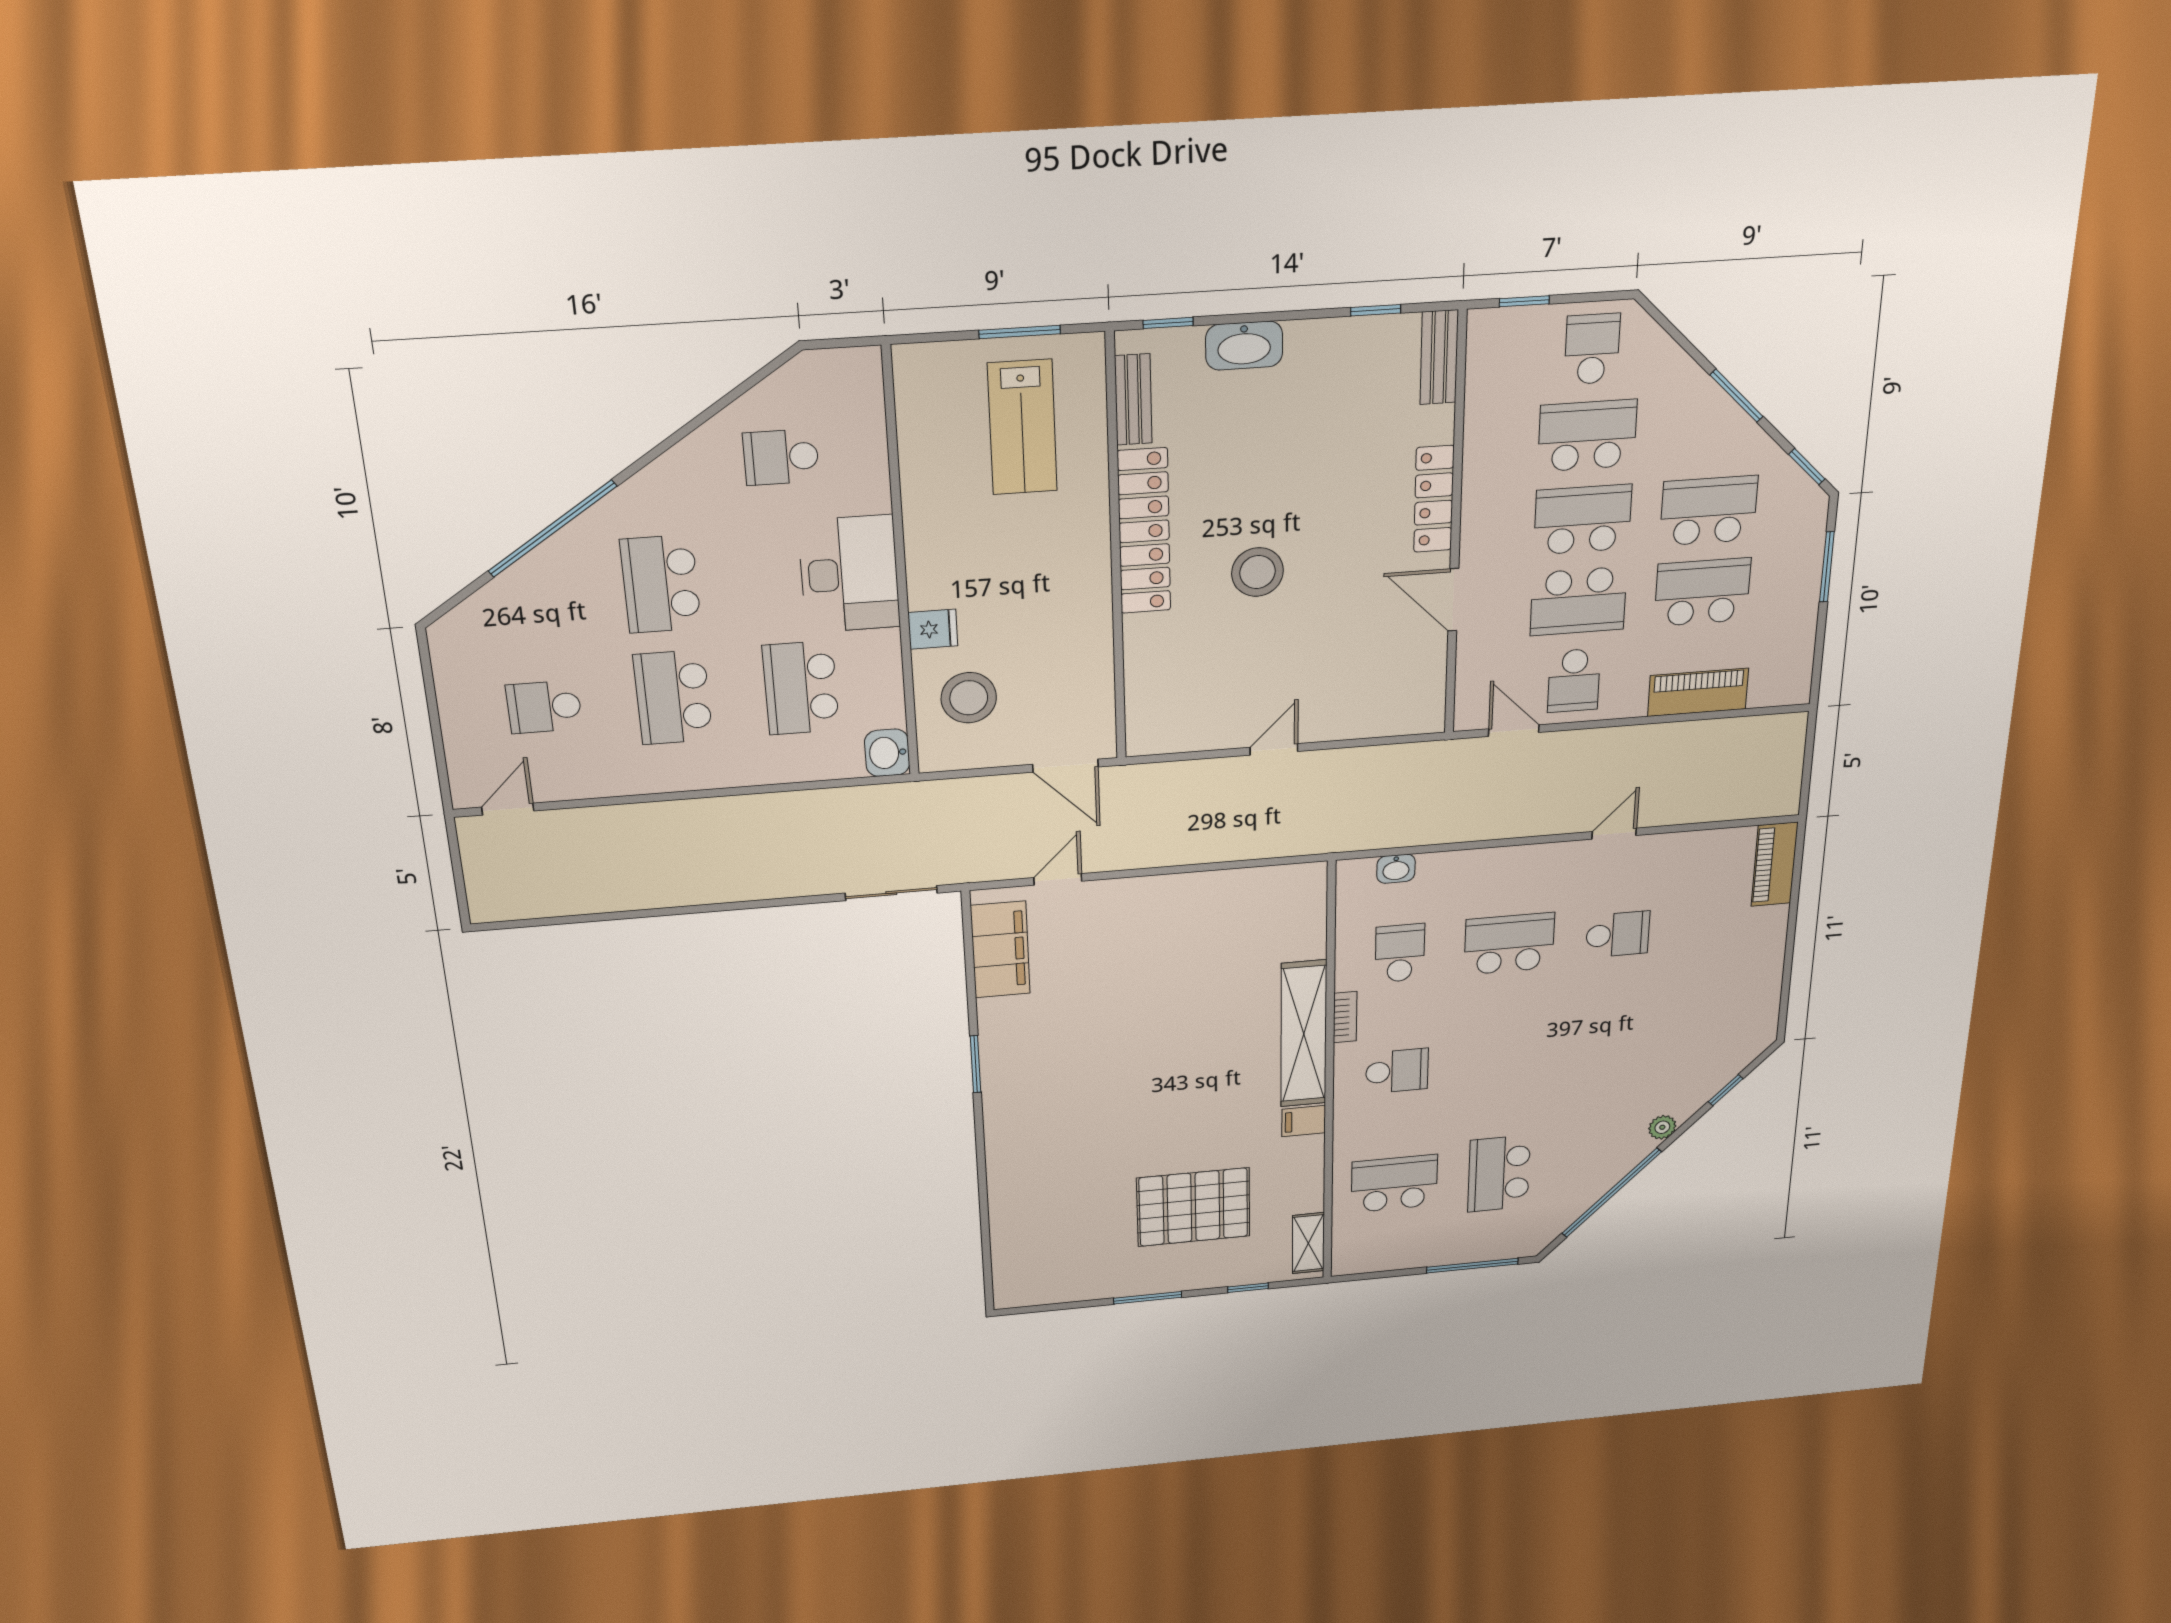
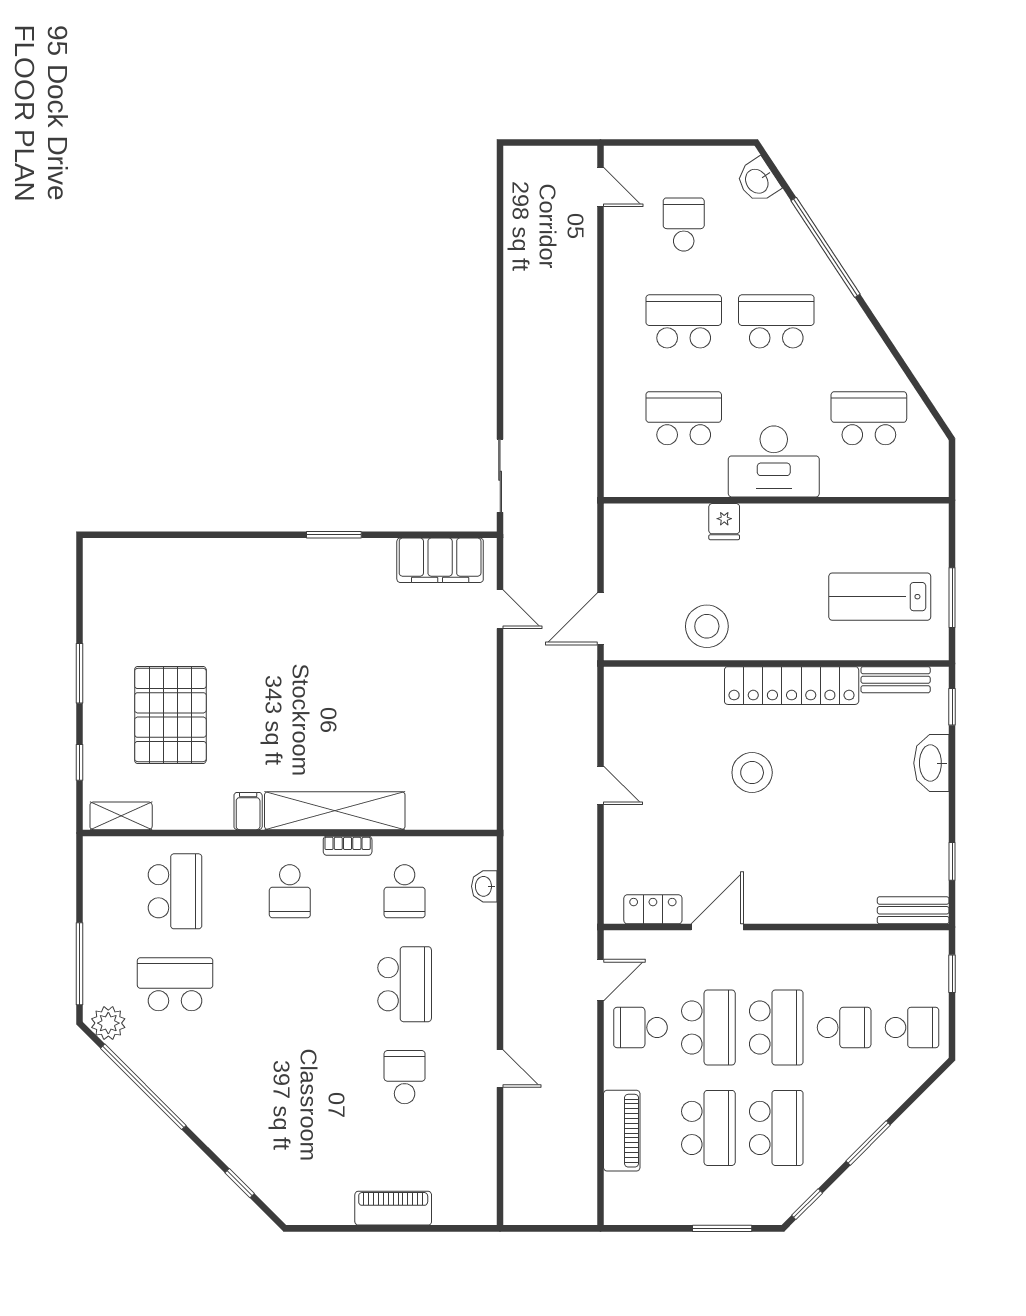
school desk: (1587, 436) -> (844, 1028), width x0.54
school desk: (781, 457) -> (869, 418), width x1.85
locker: (1434, 499) -> (653, 909), moved, width x0.66
school desk: (1578, 601) -> (708, 1028), turned 180
stool: (969, 698) -> (707, 626), moved
washbasin: (887, 753) -> (758, 181), moved, turned -123
piano: (1774, 864) -> (393, 1208), moved
school desk: (1618, 934) -> (405, 1077), turned 180
school desk: (1400, 953) -> (405, 891), turned 90
plant: (1662, 1127) -> (108, 1023), moved, width x1.38, depth x1.38

